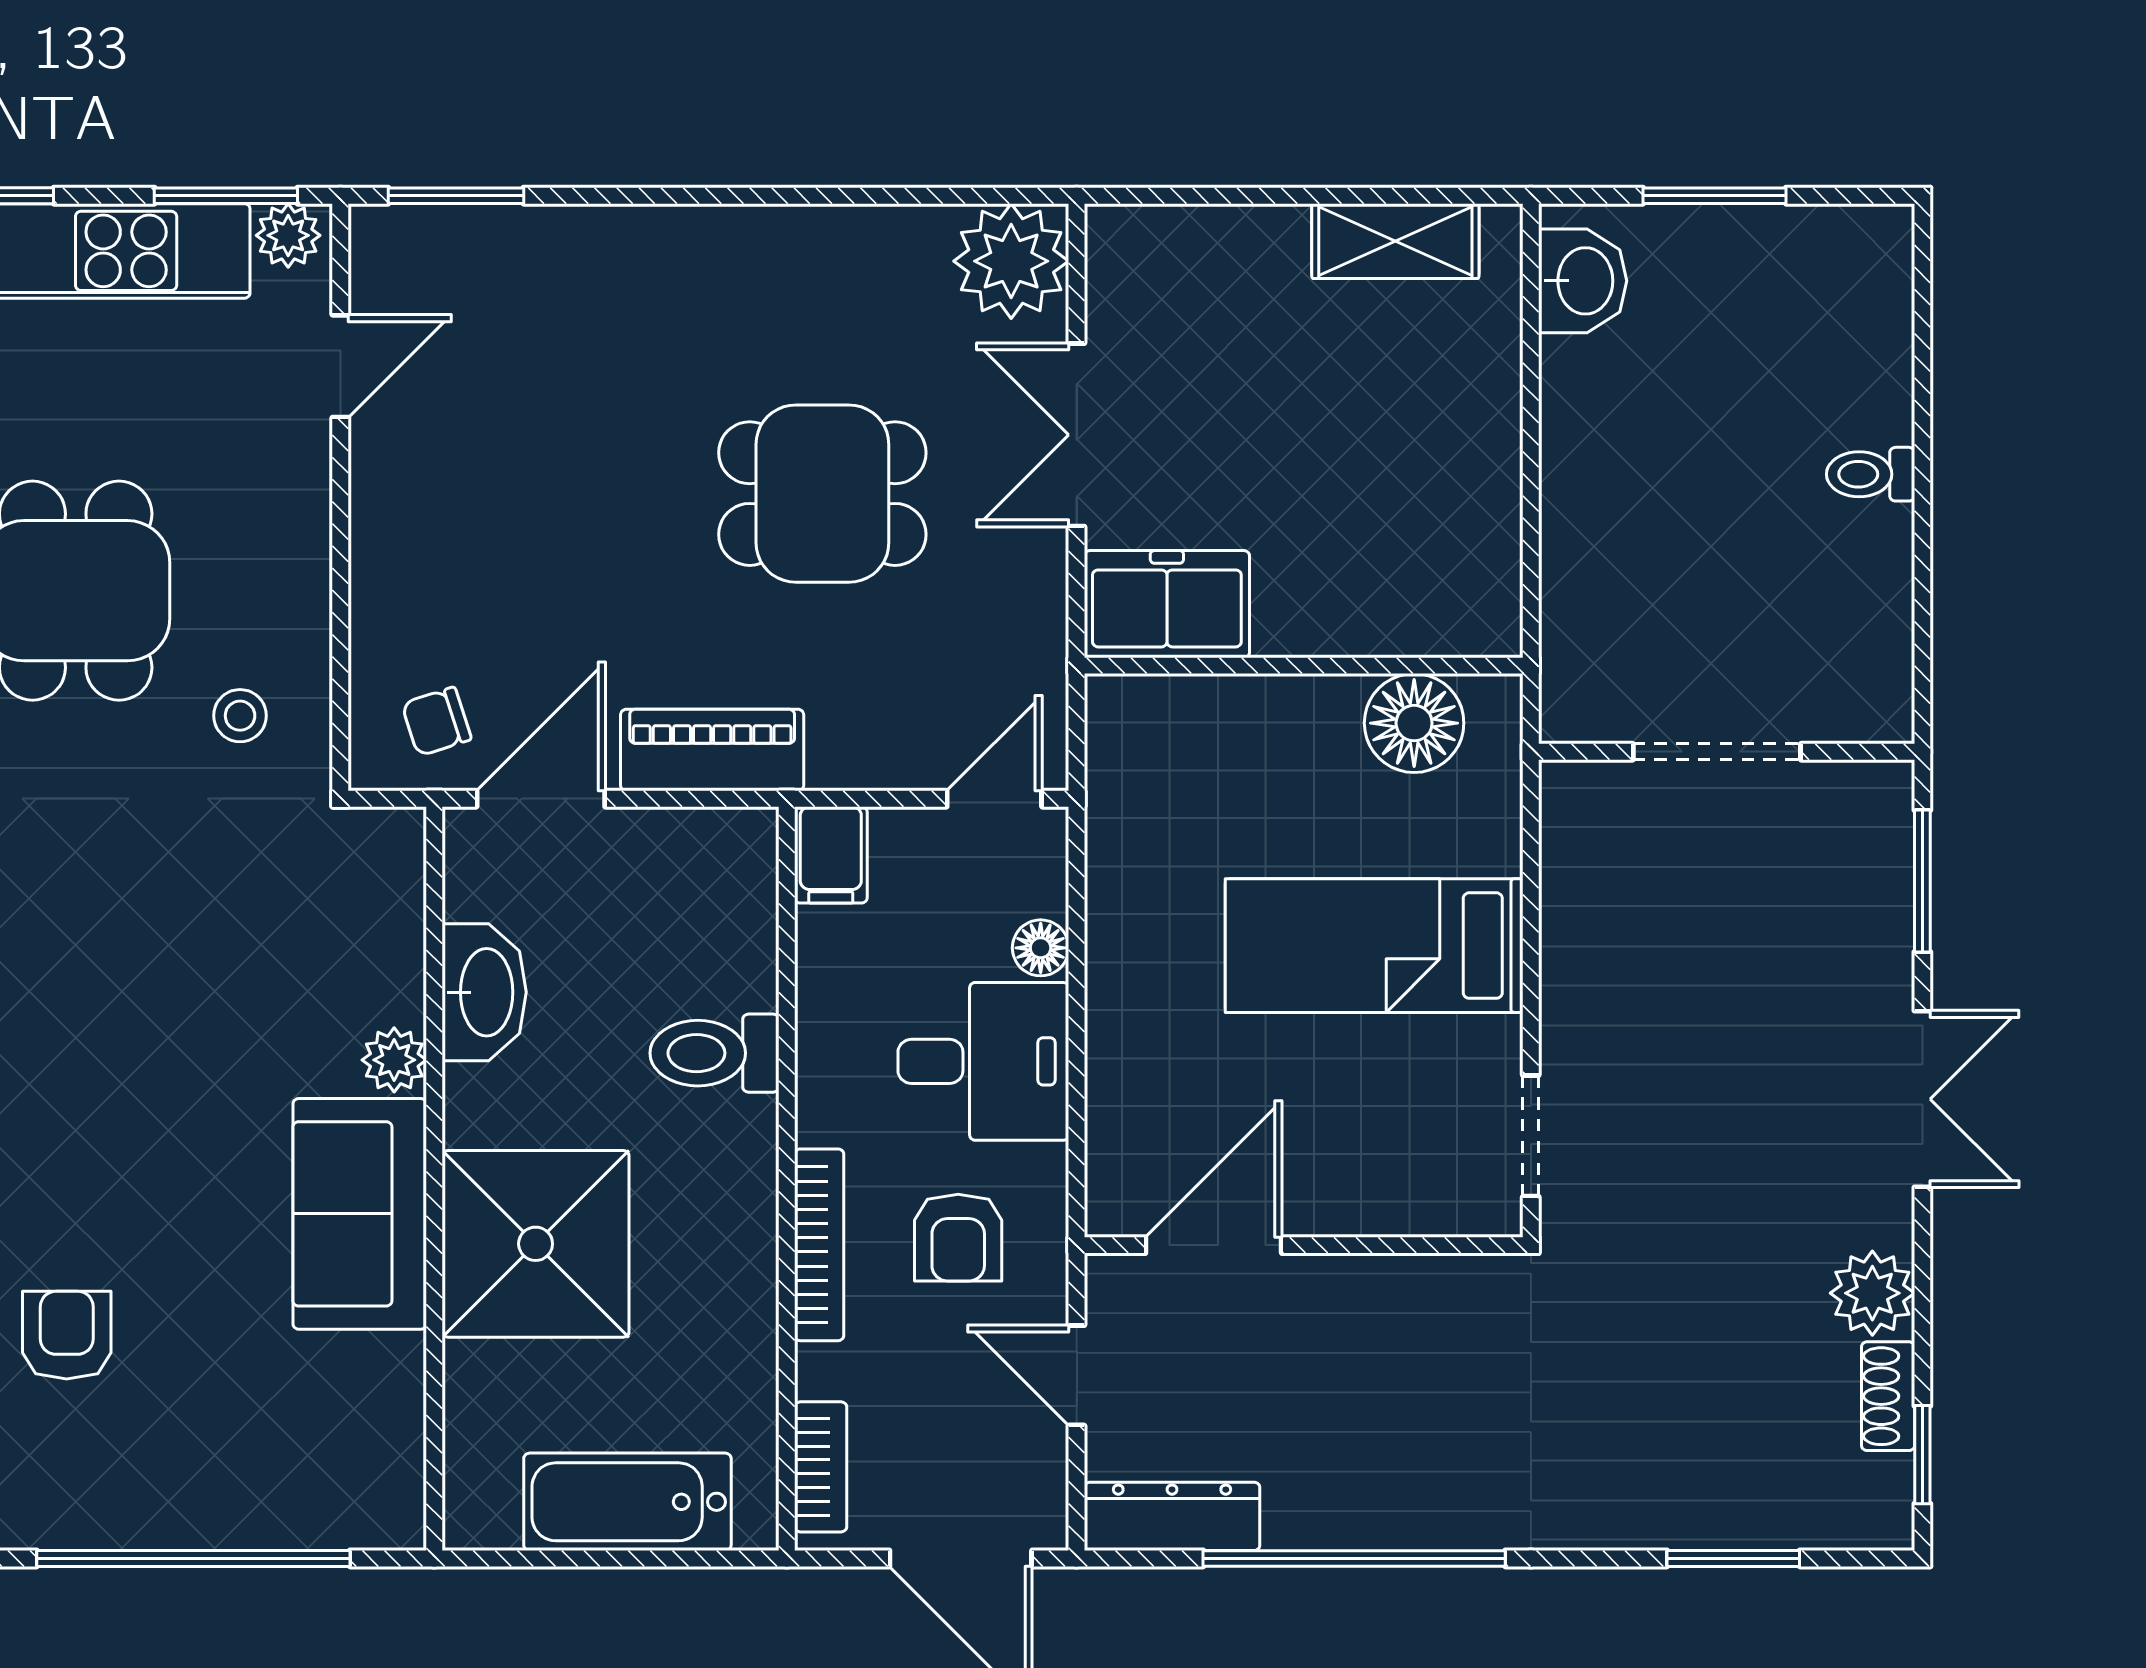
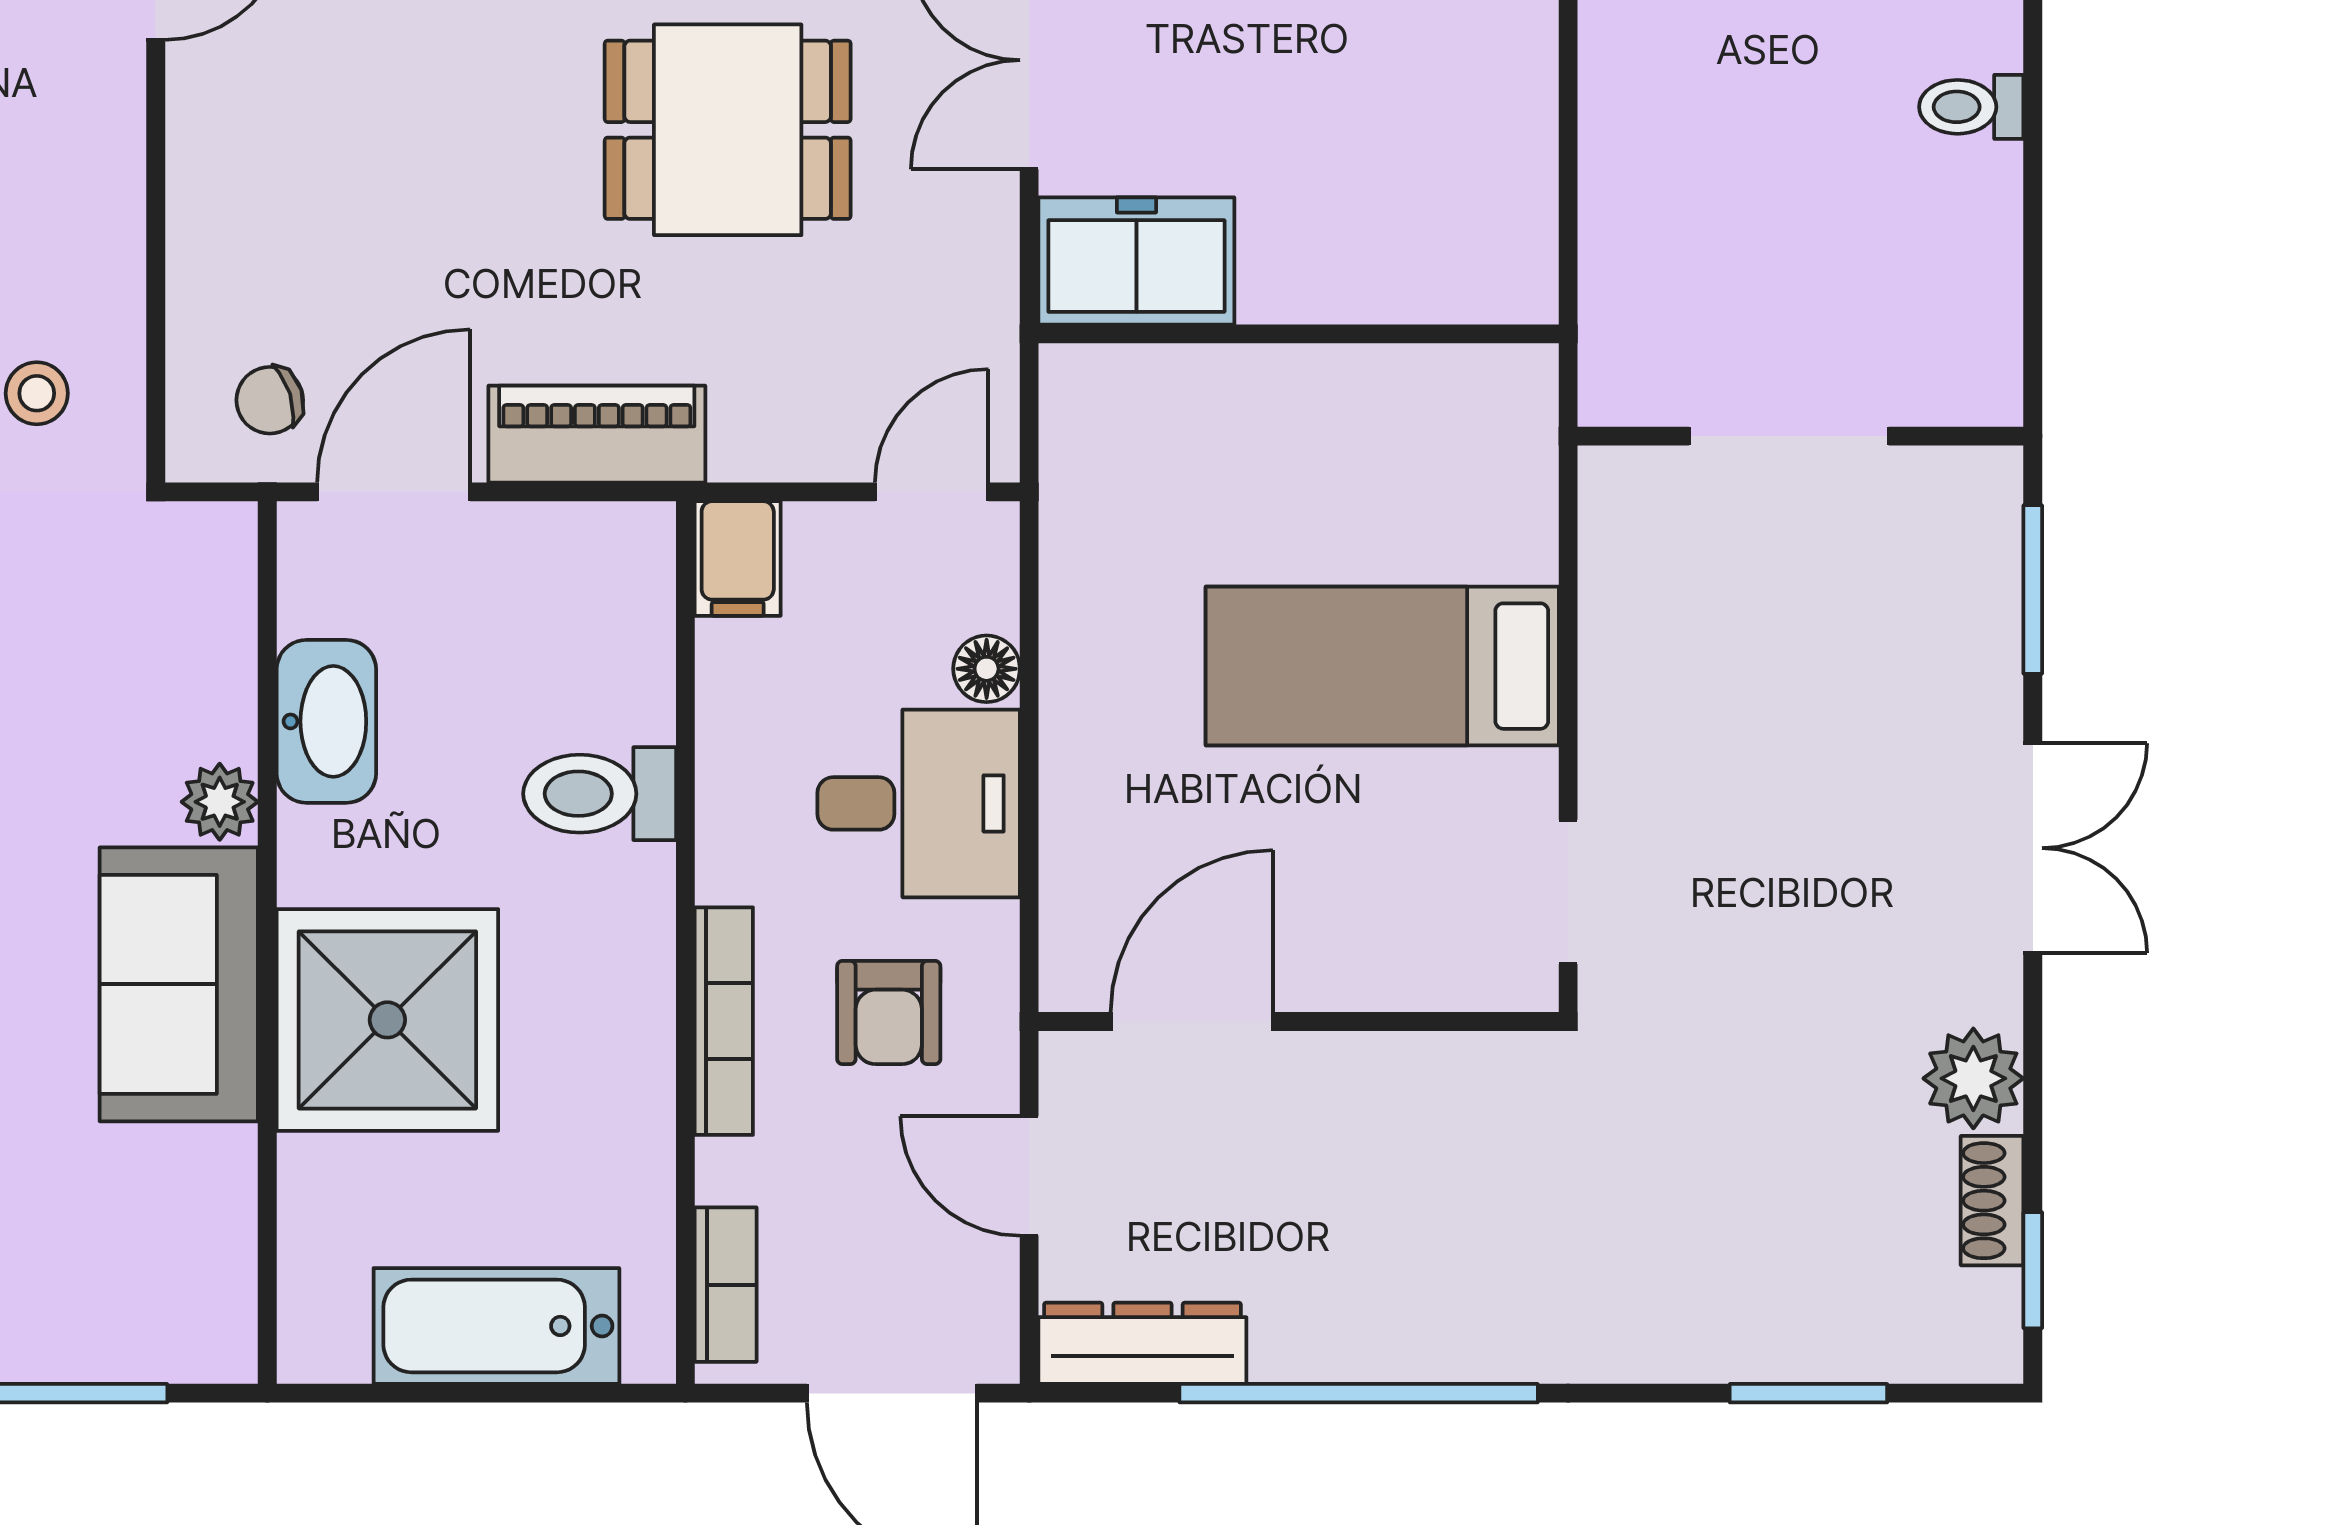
floor lamp: (1414, 723) -> (1430, 402), removed

